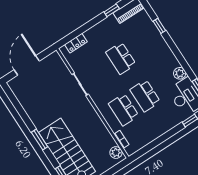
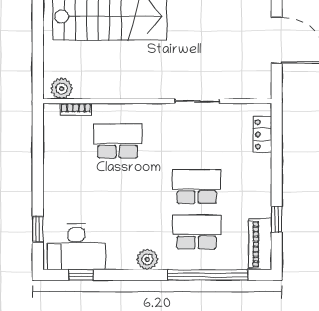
window: (159, 26) -> (208, 275), width x3.17
plant: (180, 73) -> (147, 259), moved
school desk: (145, 96) -> (197, 232), moved

